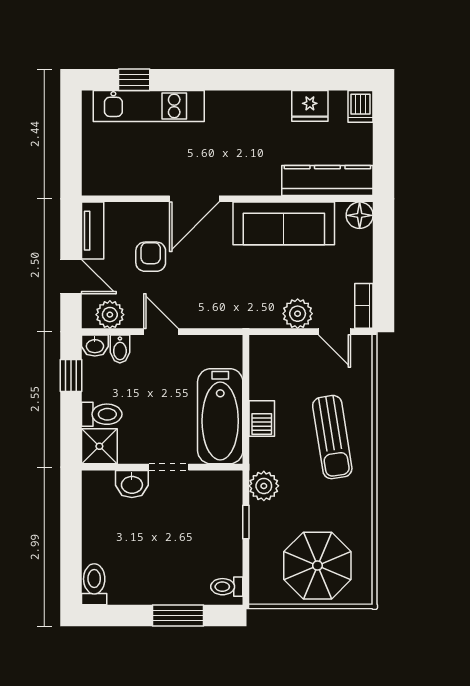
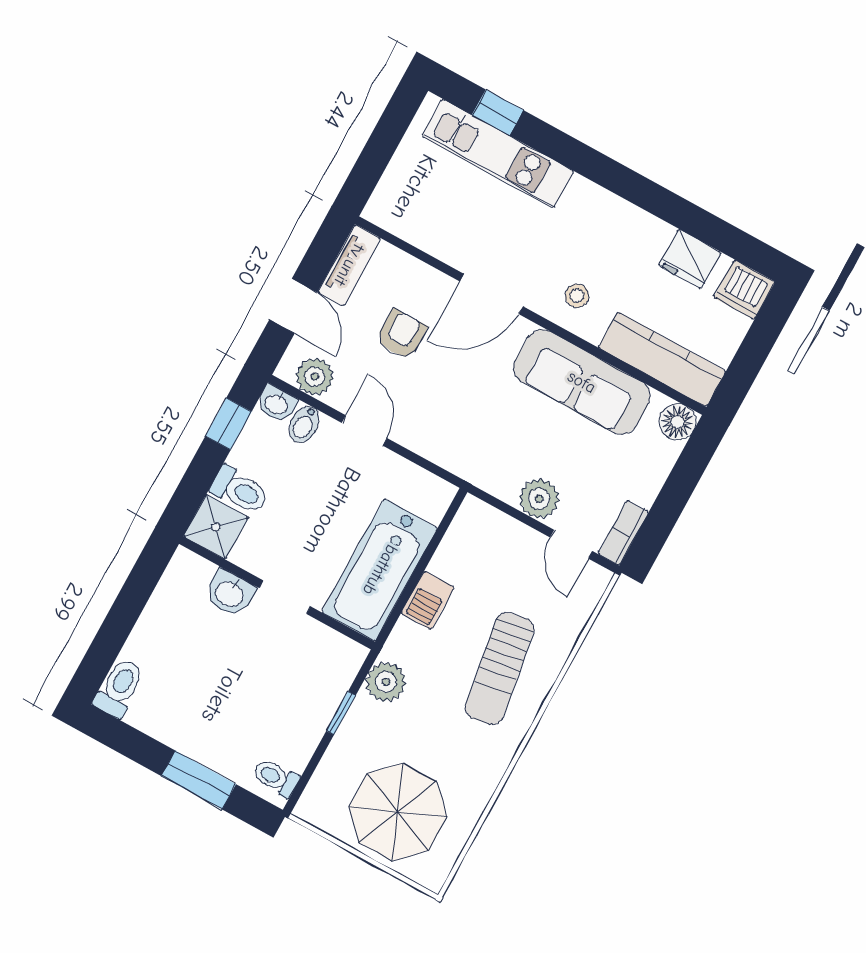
dishwasher: (360, 106) -> (744, 290), width x1.38
stool: (250, 170) -> (577, 296), added

